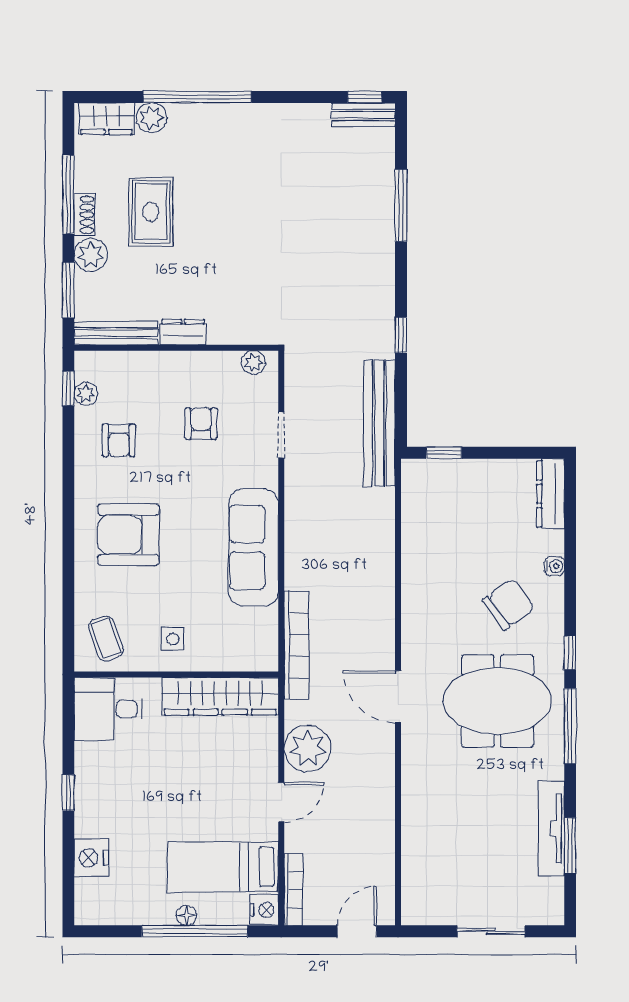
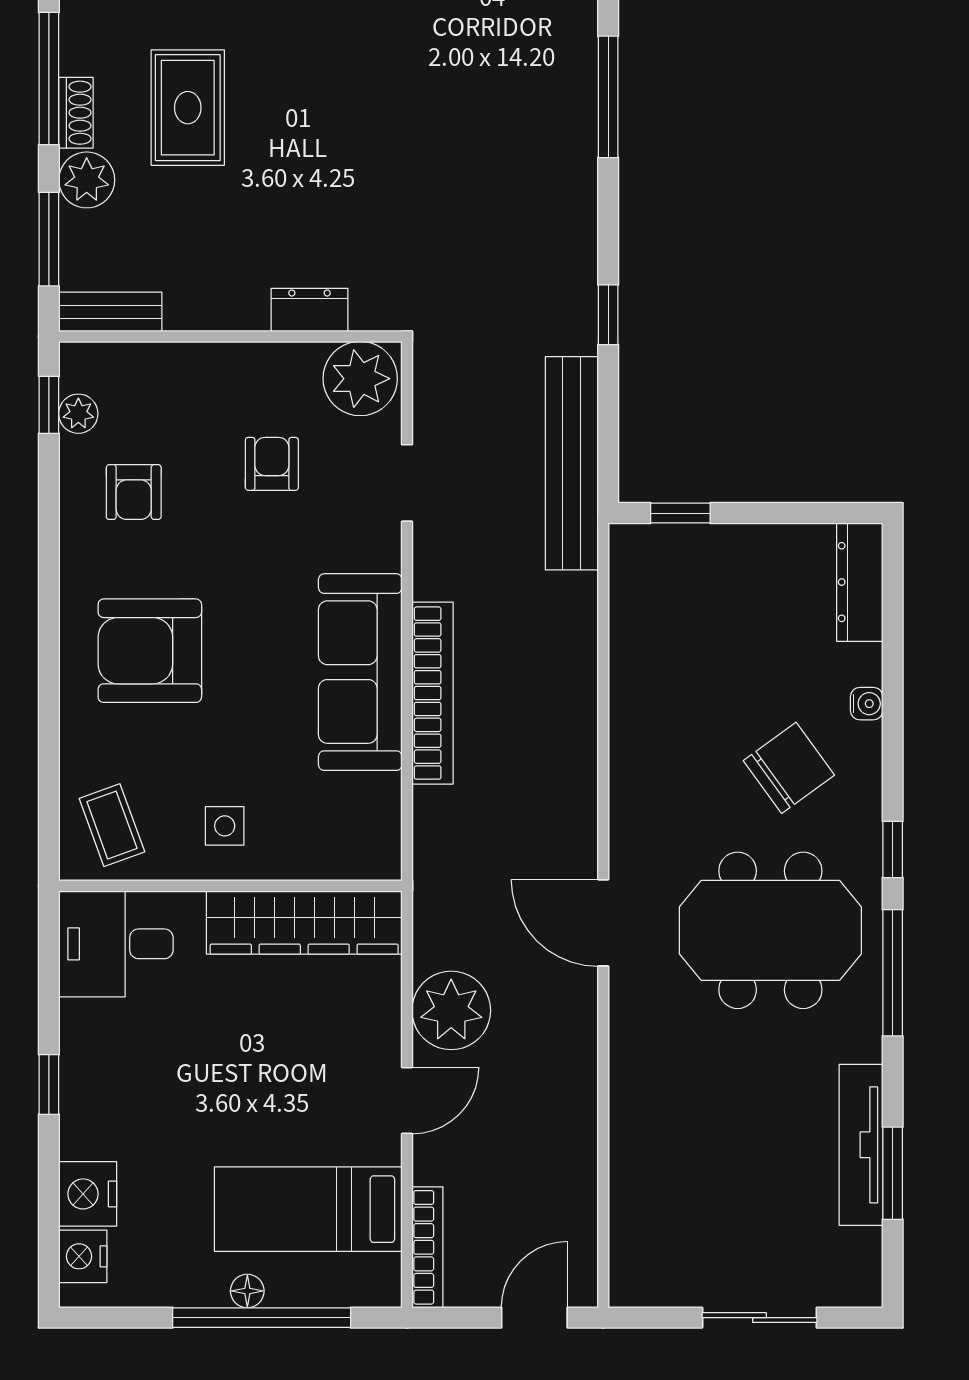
dresser: (183, 332) -> (309, 310), moved
bench: (116, 333) -> (110, 312), width x0.73
plant: (253, 363) -> (360, 379), width x1.87, depth x1.87
bookcase: (297, 645) -> (433, 693), moved
nightstand: (264, 910) -> (83, 1256), moved, turned 180

